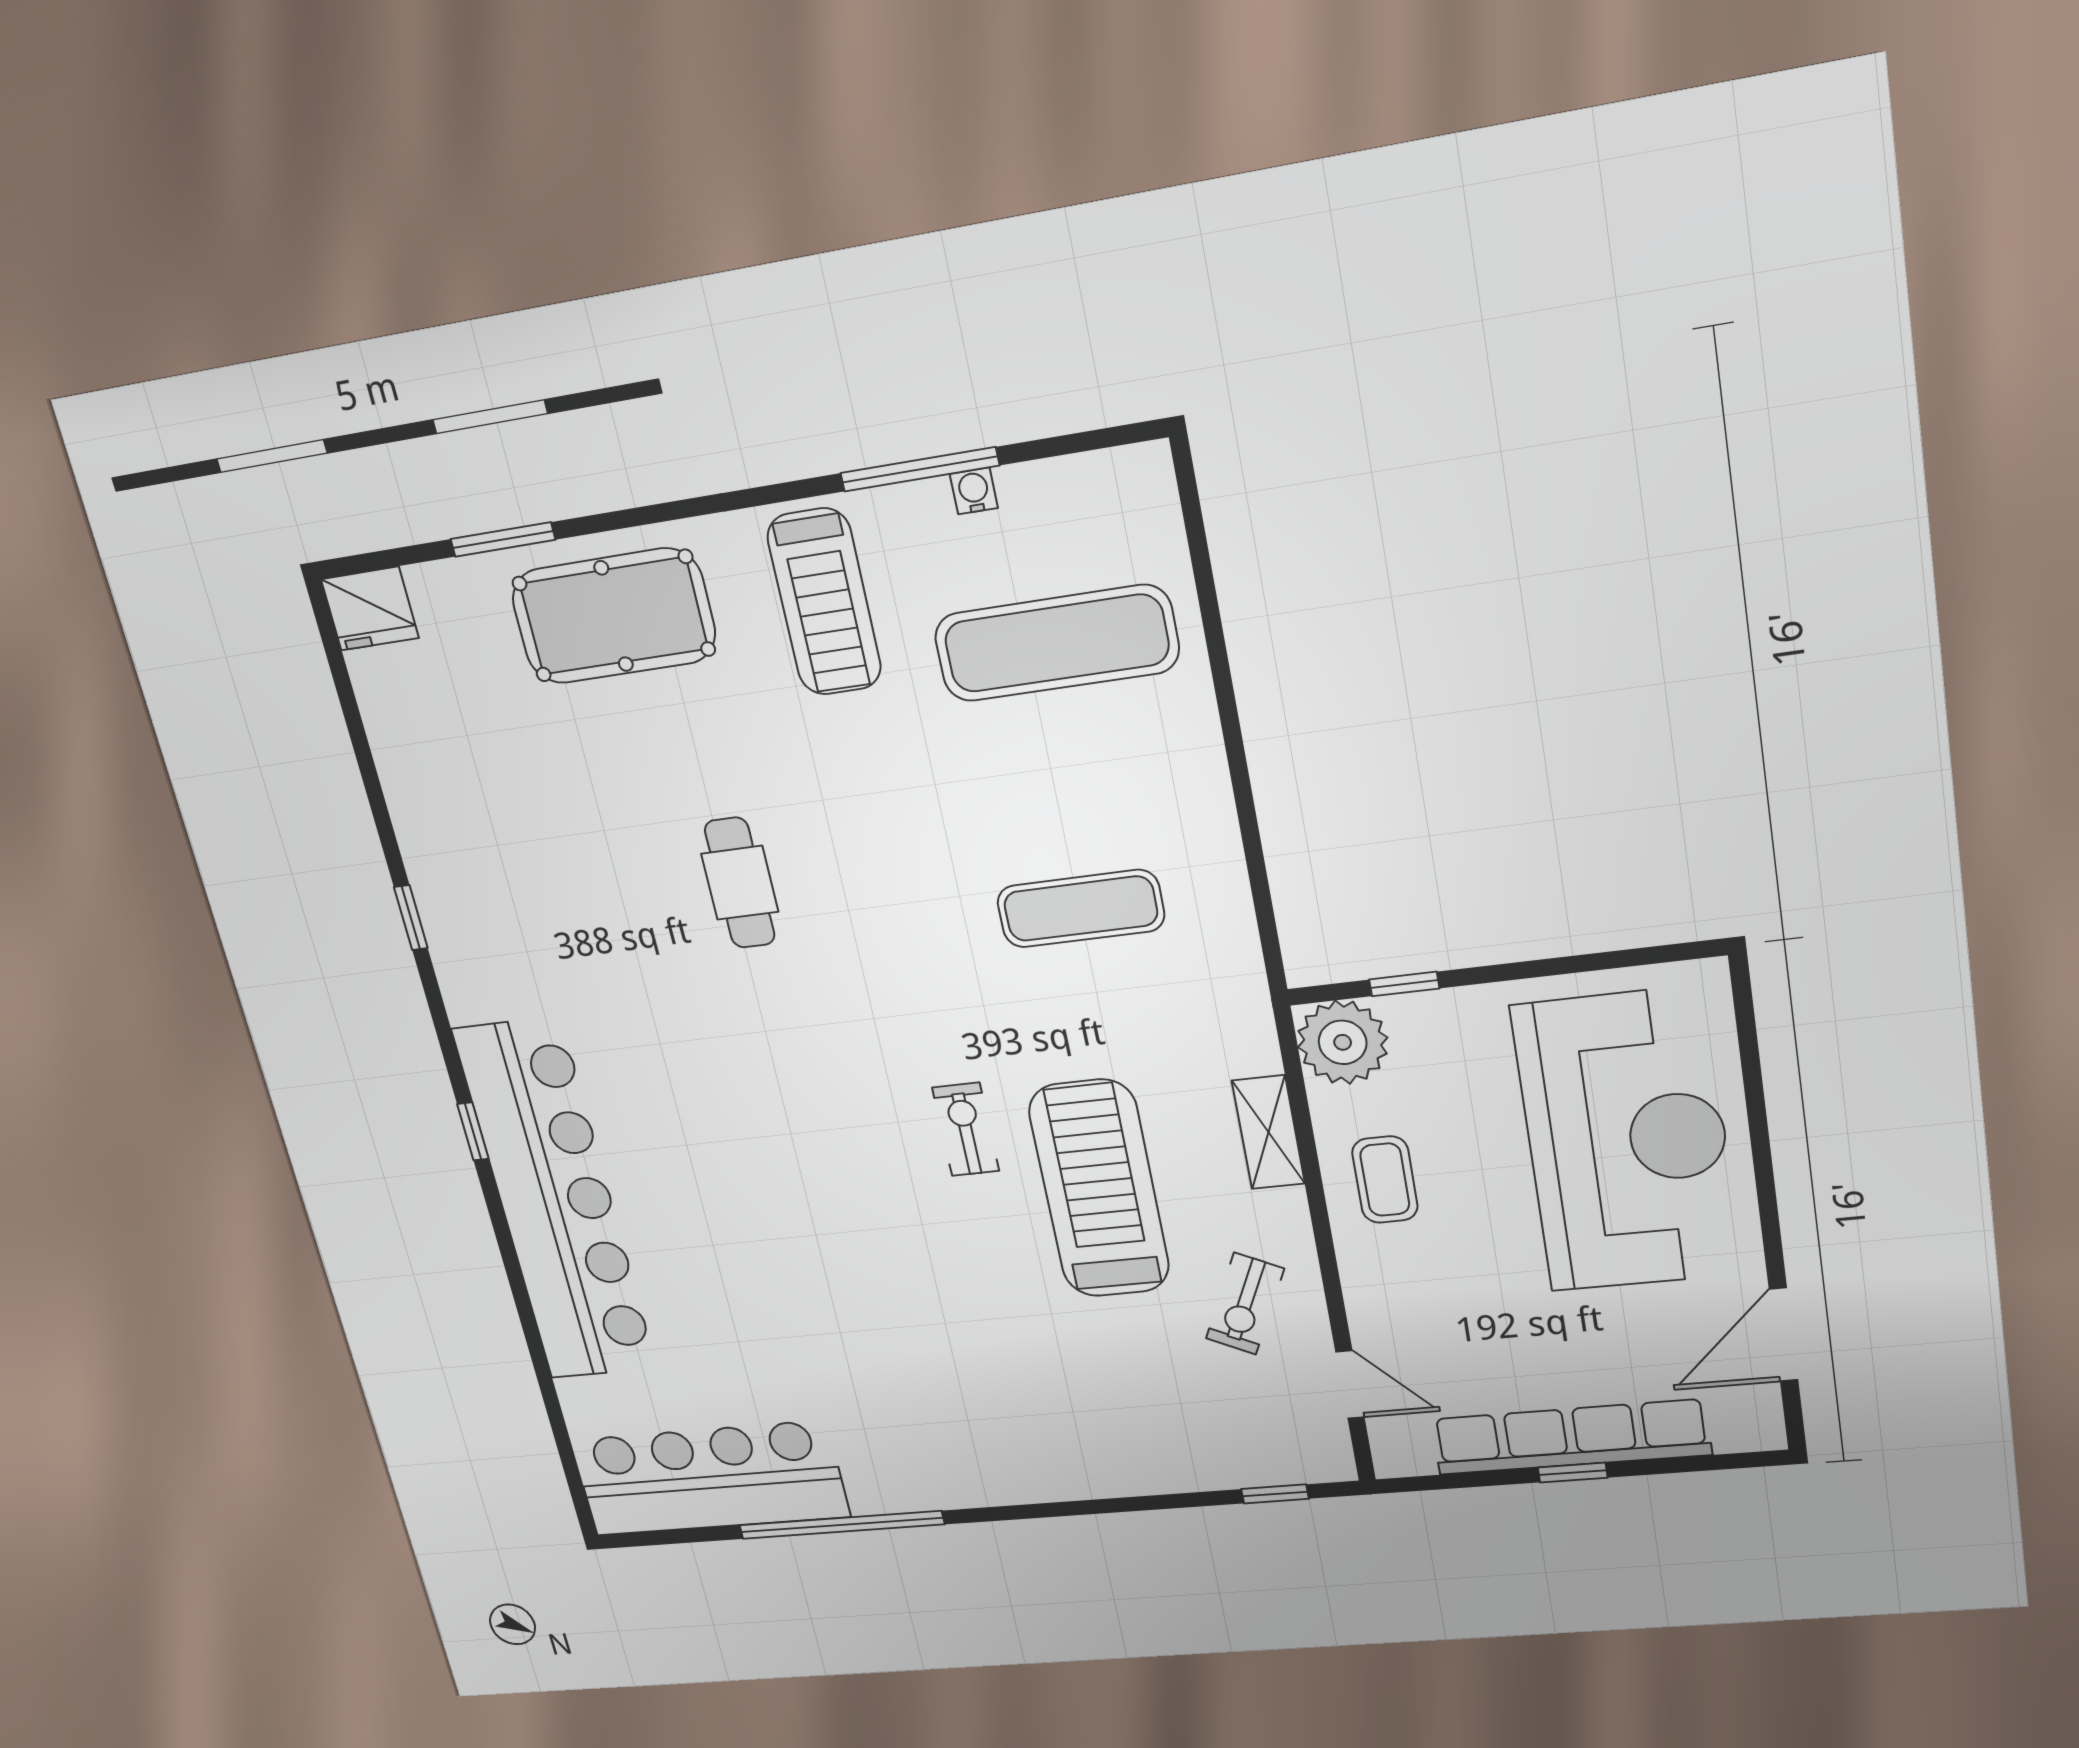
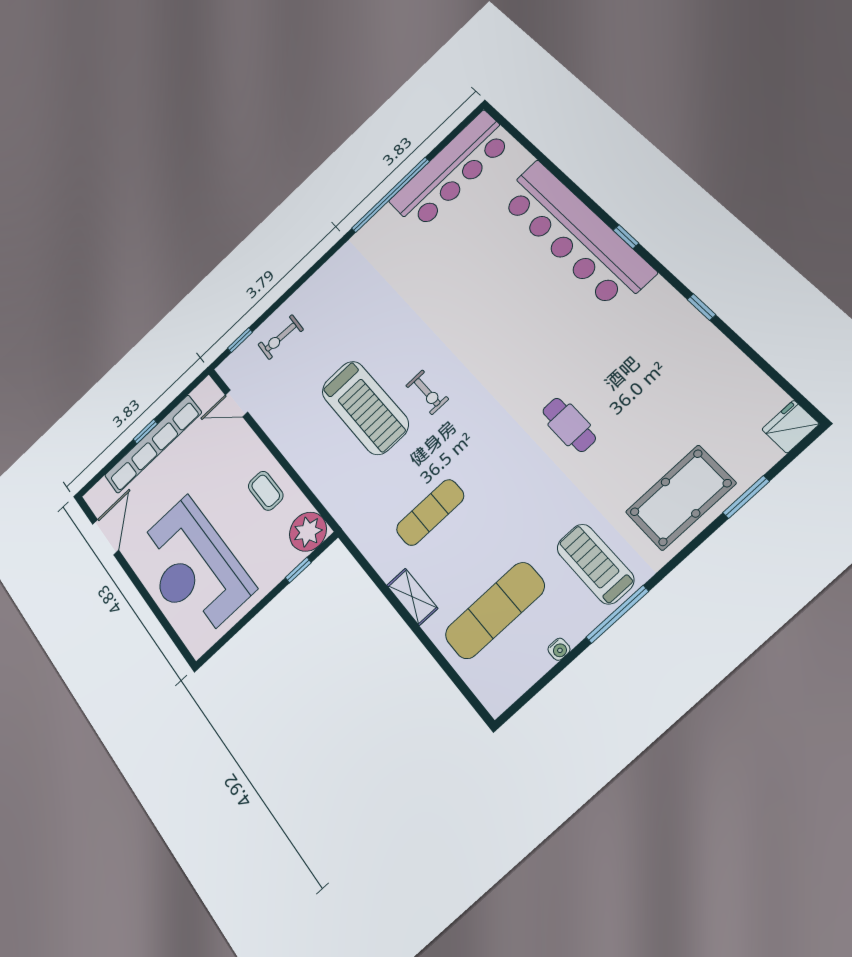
window: (920, 469) -> (617, 614), moved
shelving: (1268, 1132) -> (412, 597), moved
exercise bike: (1245, 1304) -> (281, 337), moved, turned -113

